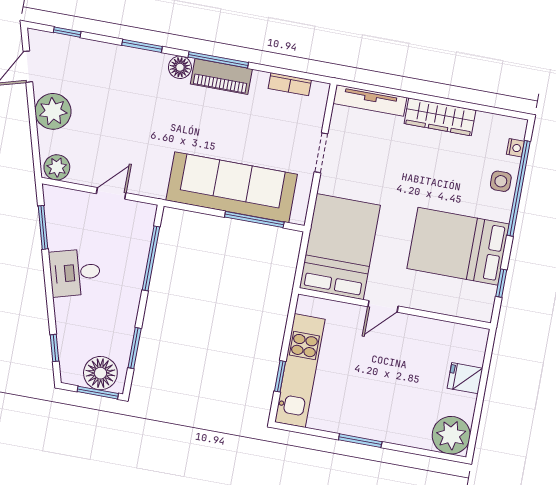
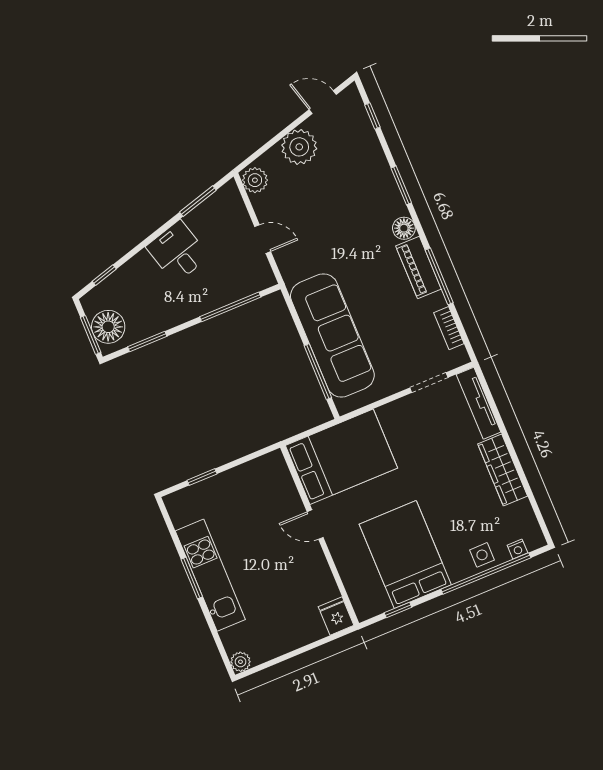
window: (218, 60) -> (439, 276), moved
doorway: (321, 153) -> (429, 383), moved
kitchen unit: (300, 371) -> (210, 575), moved, turned -90
fridge: (465, 378) -> (336, 616), moved
plant: (451, 435) -> (240, 662), width x0.53, depth x0.53

